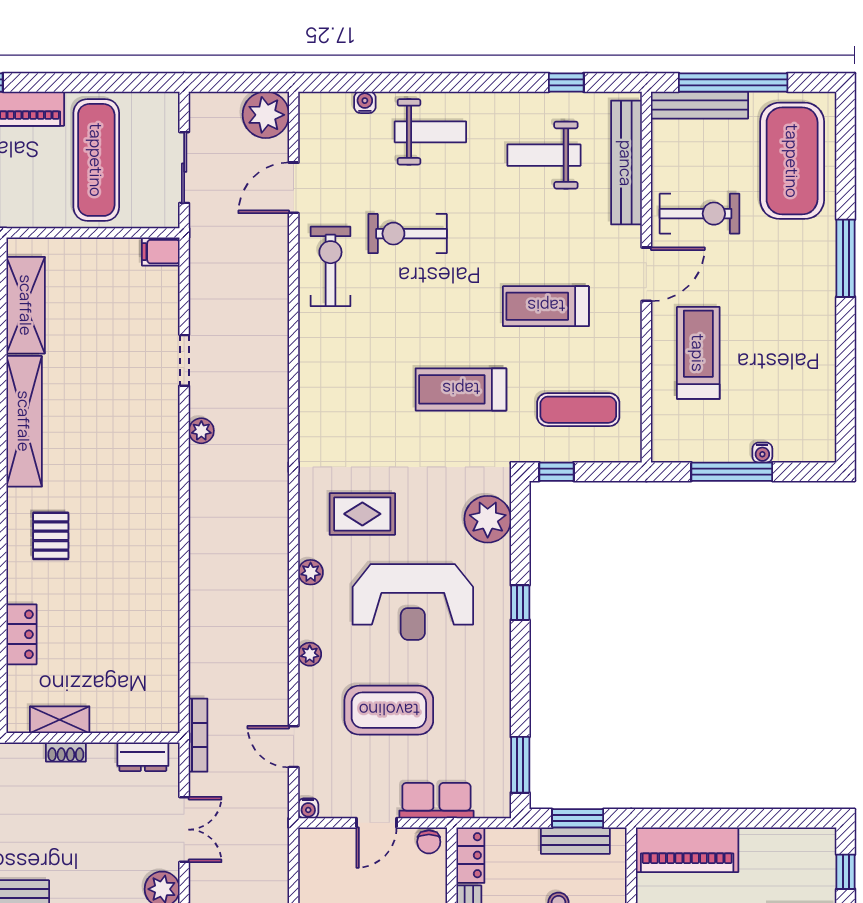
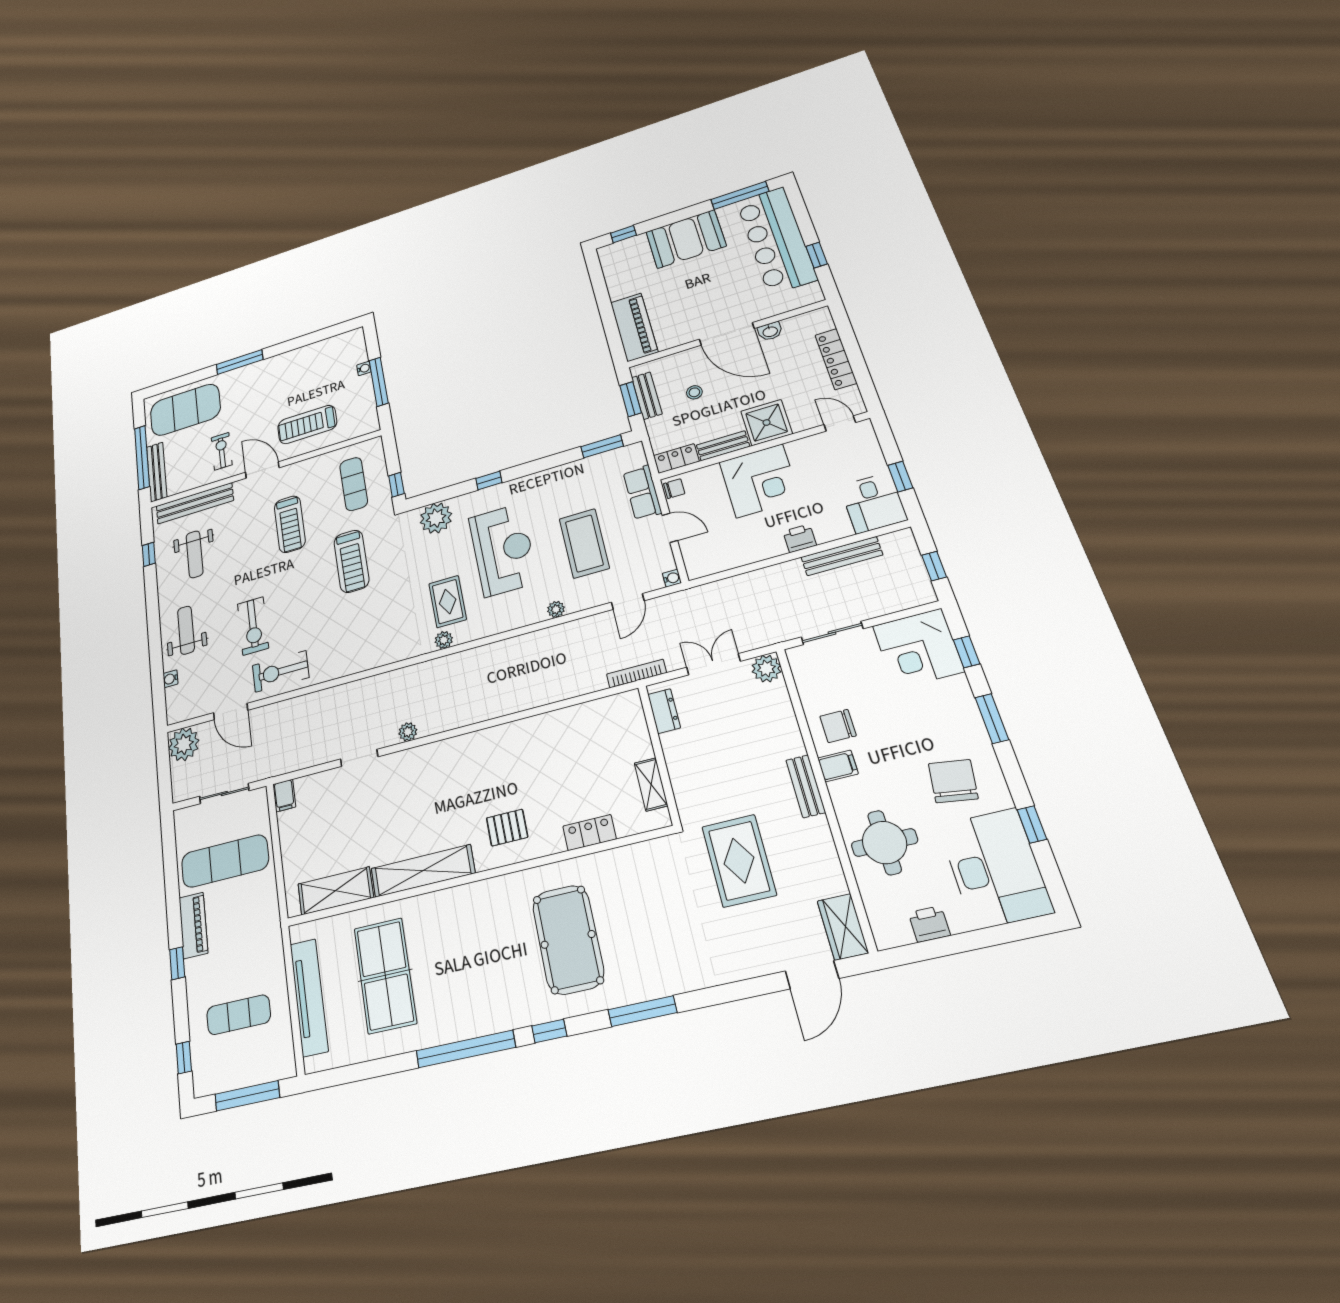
exercise bike: (700, 214) -> (222, 451), width x0.73, depth x0.72
plant: (311, 572) -> (444, 640), moved
shoe rack: (66, 752) -> (676, 773), removed

